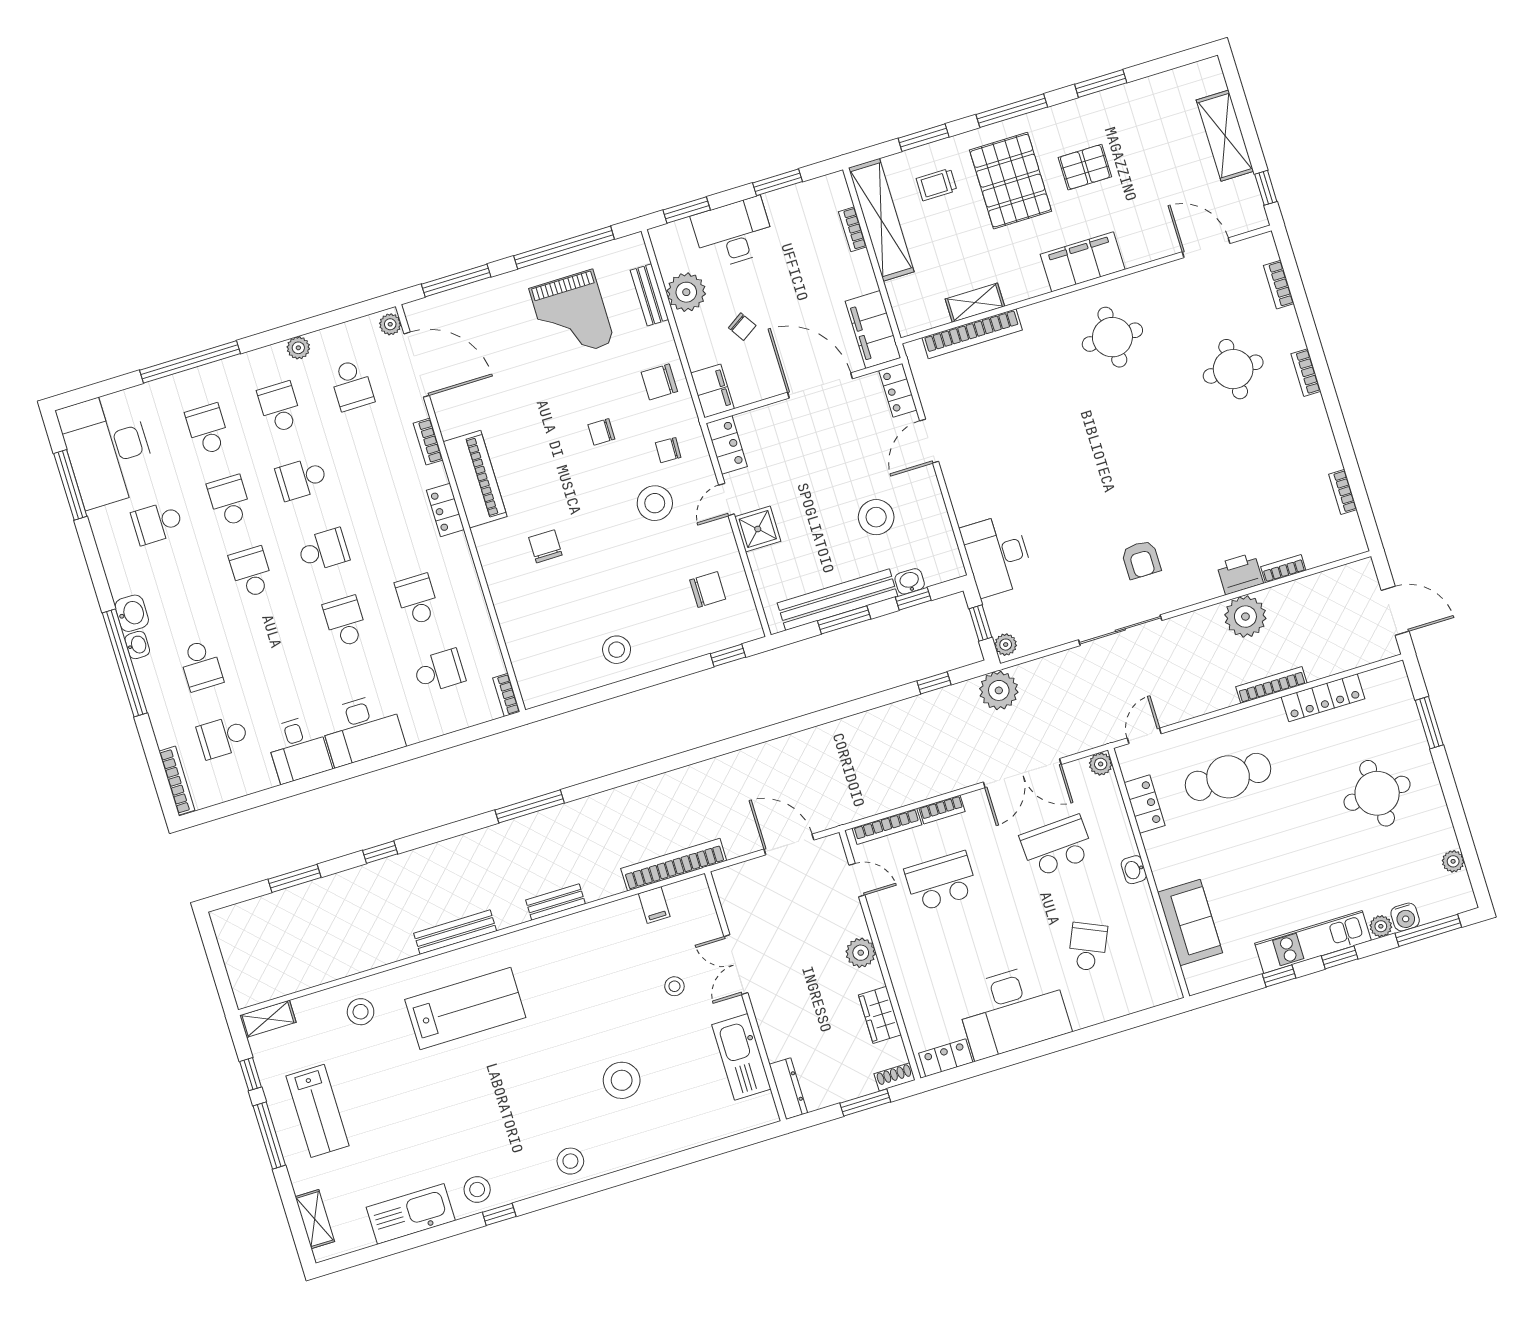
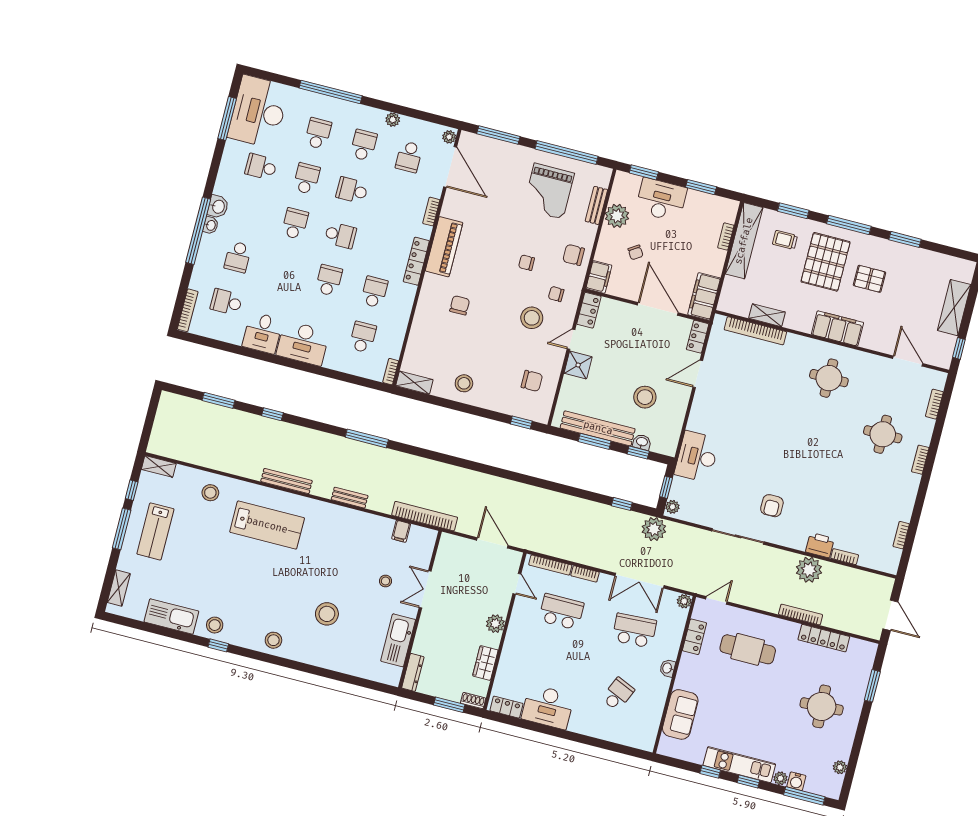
locker: (445, 510) -> (416, 261), width x1.53
school desk: (439, 671) -> (363, 337), turned -90
shelving: (548, 690) -> (414, 383), added
desk: (1013, 1010) -> (548, 707), width x0.73, depth x0.77

